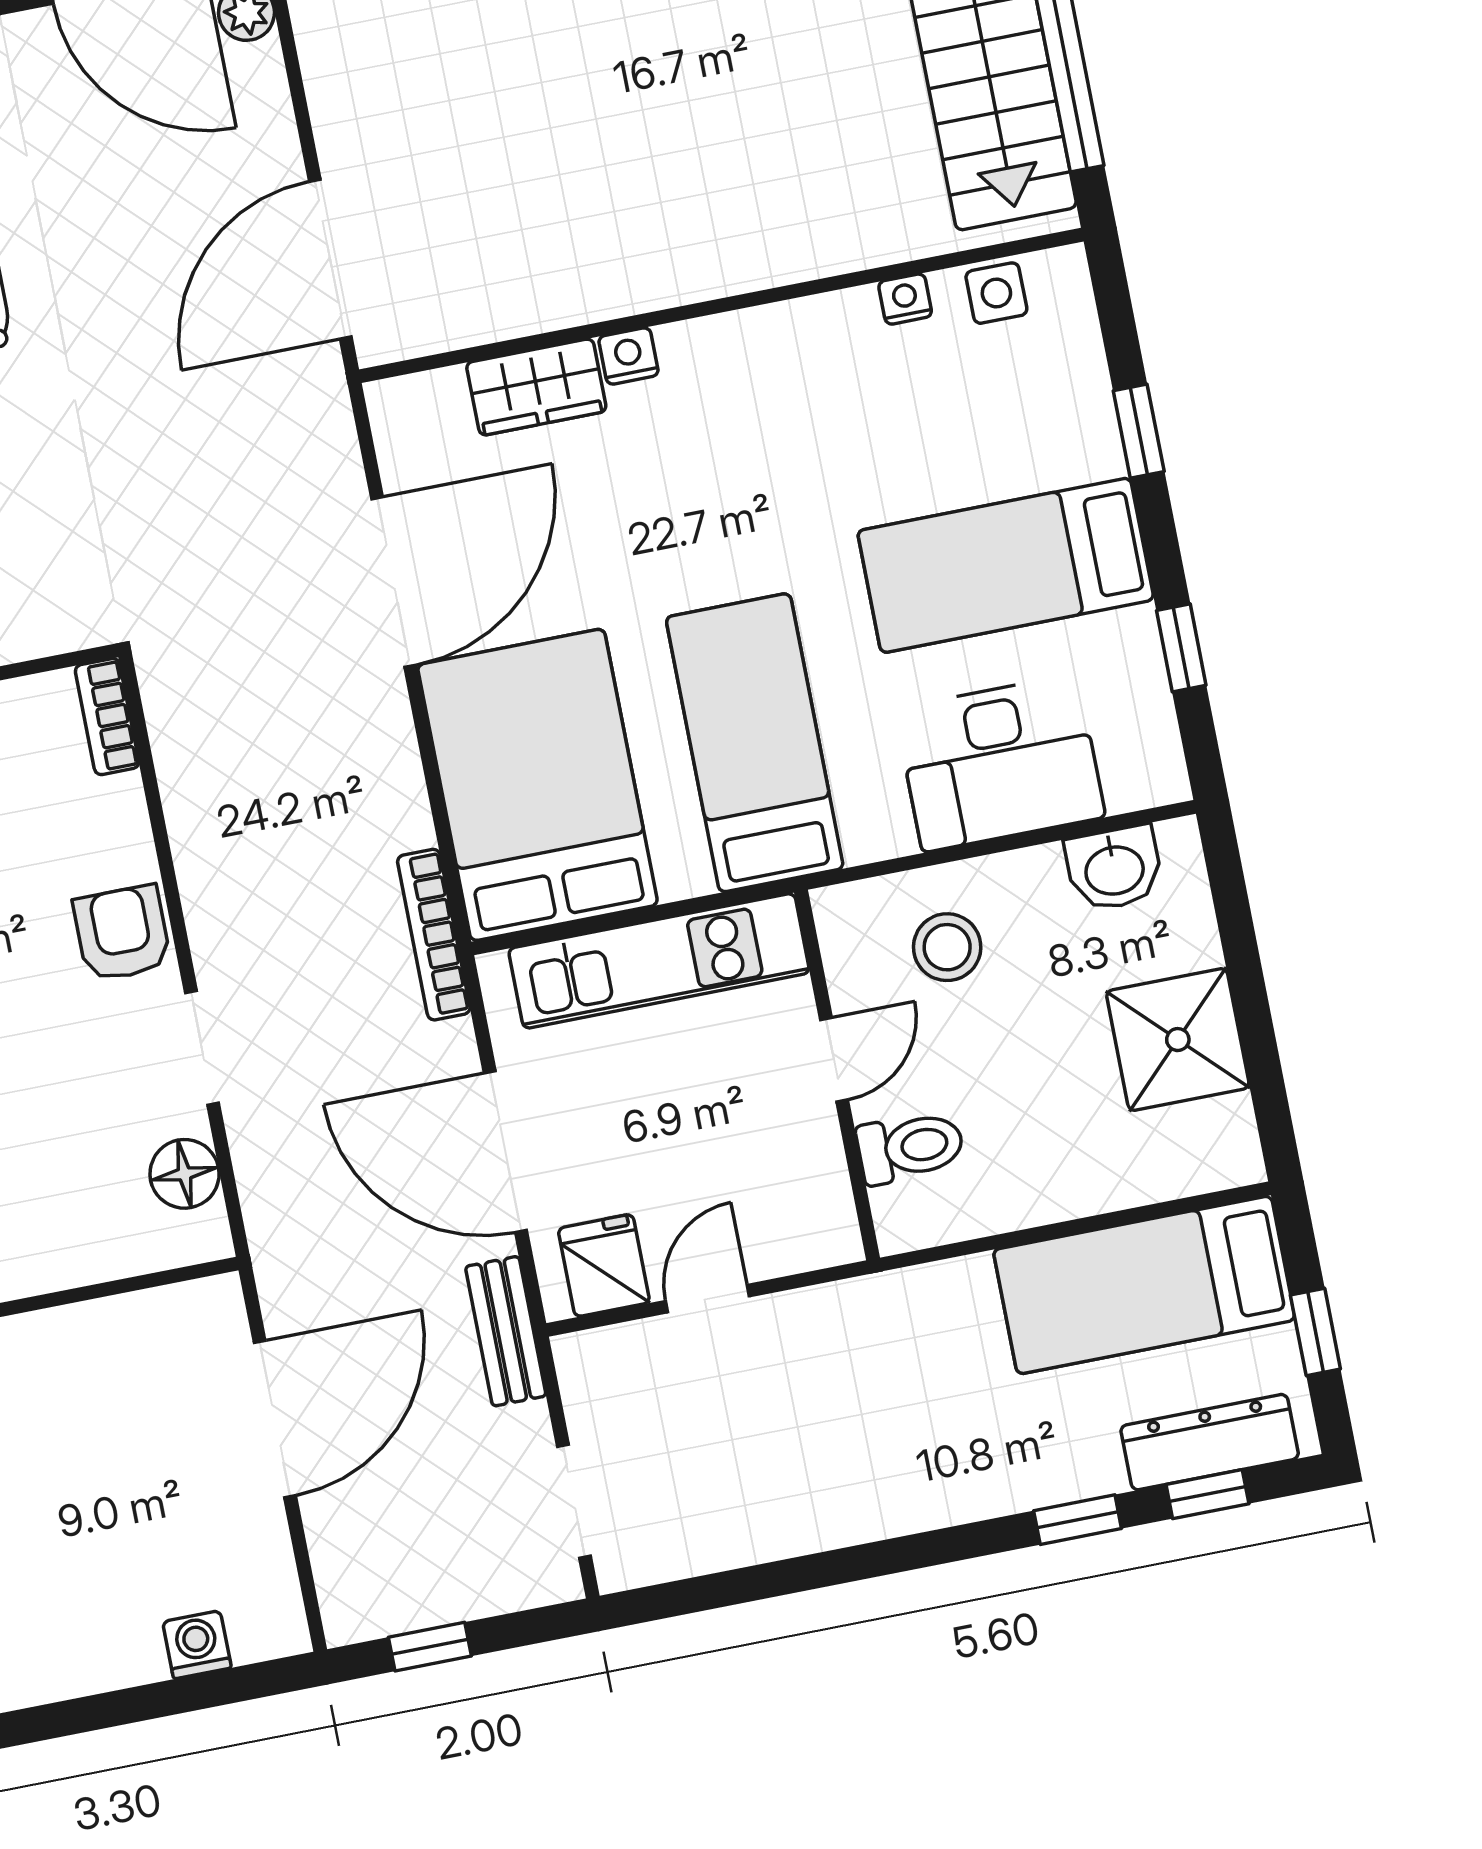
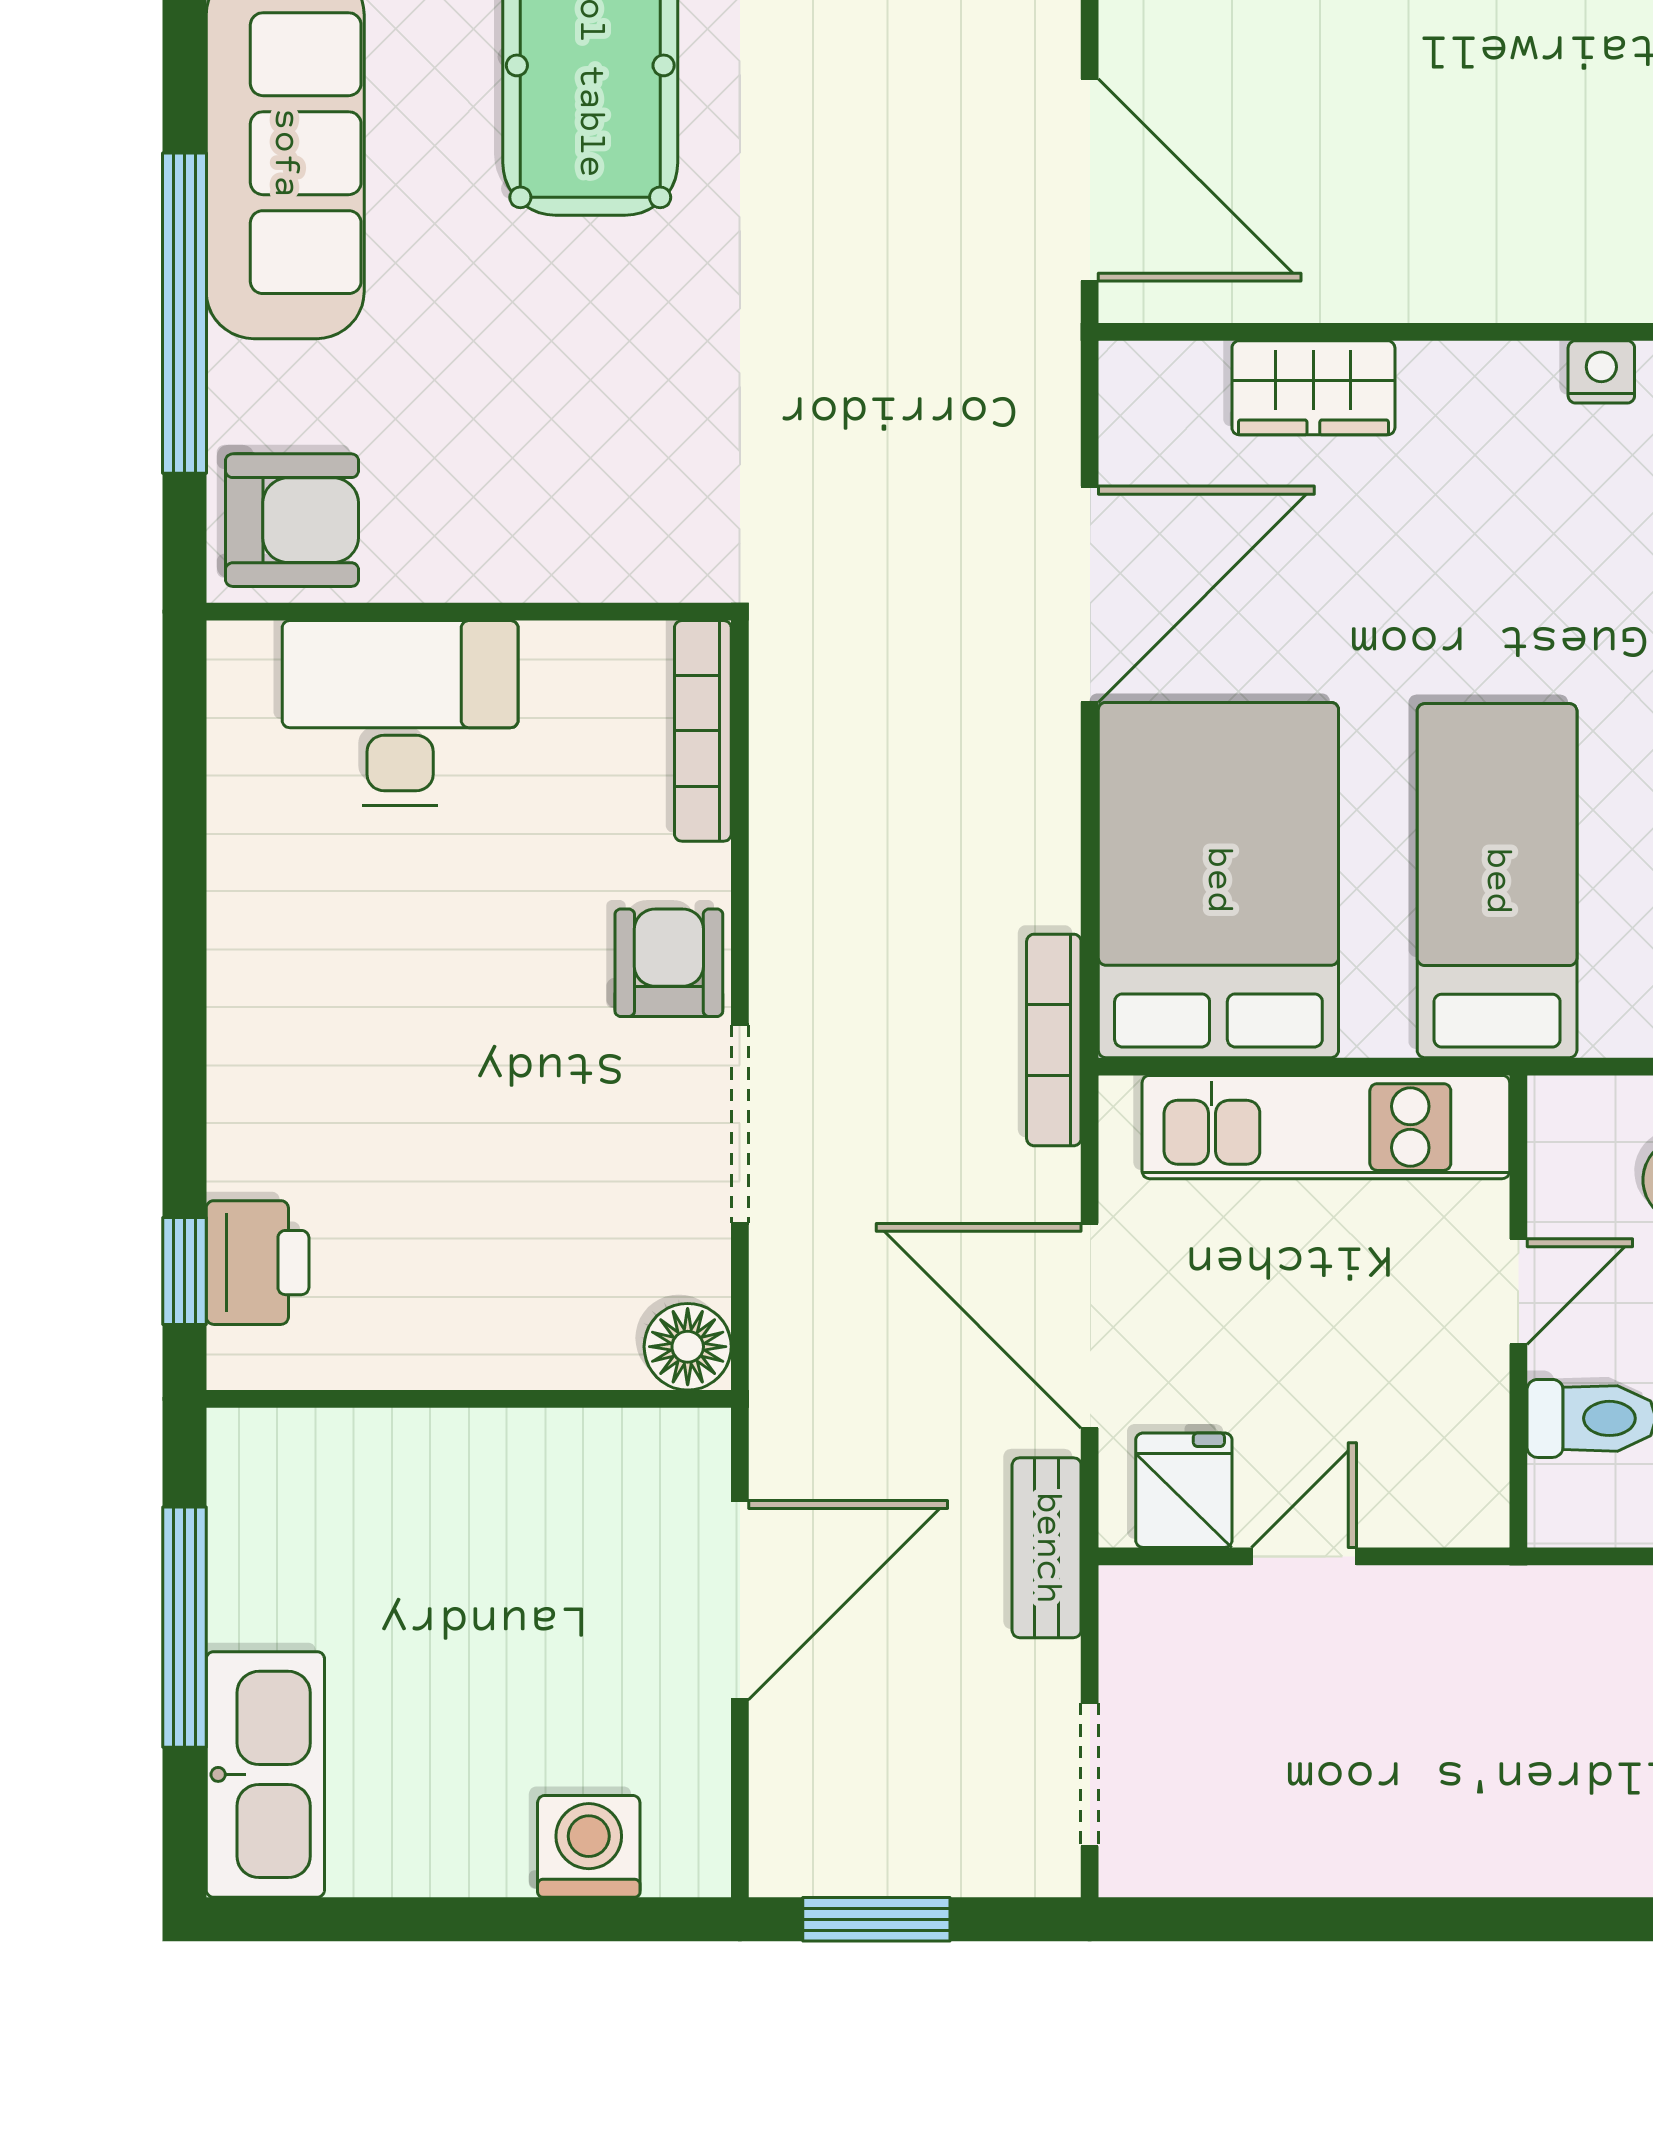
door: (330, 259) -> (1090, 180), swing flipped
nightstand: (629, 356) -> (1601, 372), moved
bookcase: (107, 717) -> (703, 731), width x1.56
doorway: (202, 1048) -> (740, 1124), width x1.38
floor lamp: (185, 1174) -> (688, 1347), moved
washing machine: (197, 1645) -> (589, 1846), width x1.38, depth x1.38
window: (430, 1647) -> (876, 1919), width x1.50

